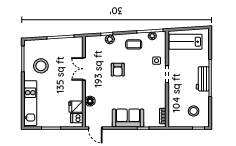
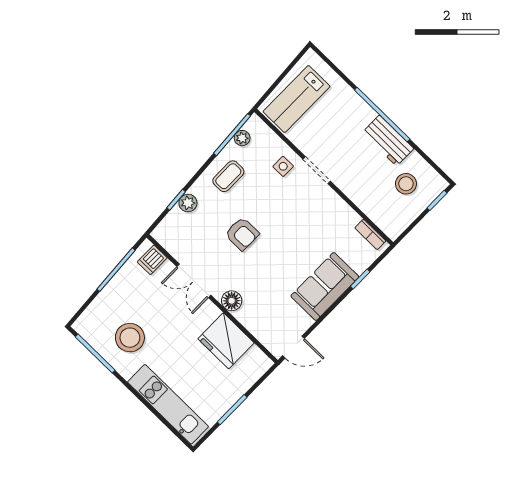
workbench: (203, 79) -> (388, 141), moved
floor lamp: (90, 101) -> (232, 301), moved
fridge: (76, 107) -> (226, 341), width x1.88, depth x1.34
dishwasher: (77, 118) -> (152, 260), moved

